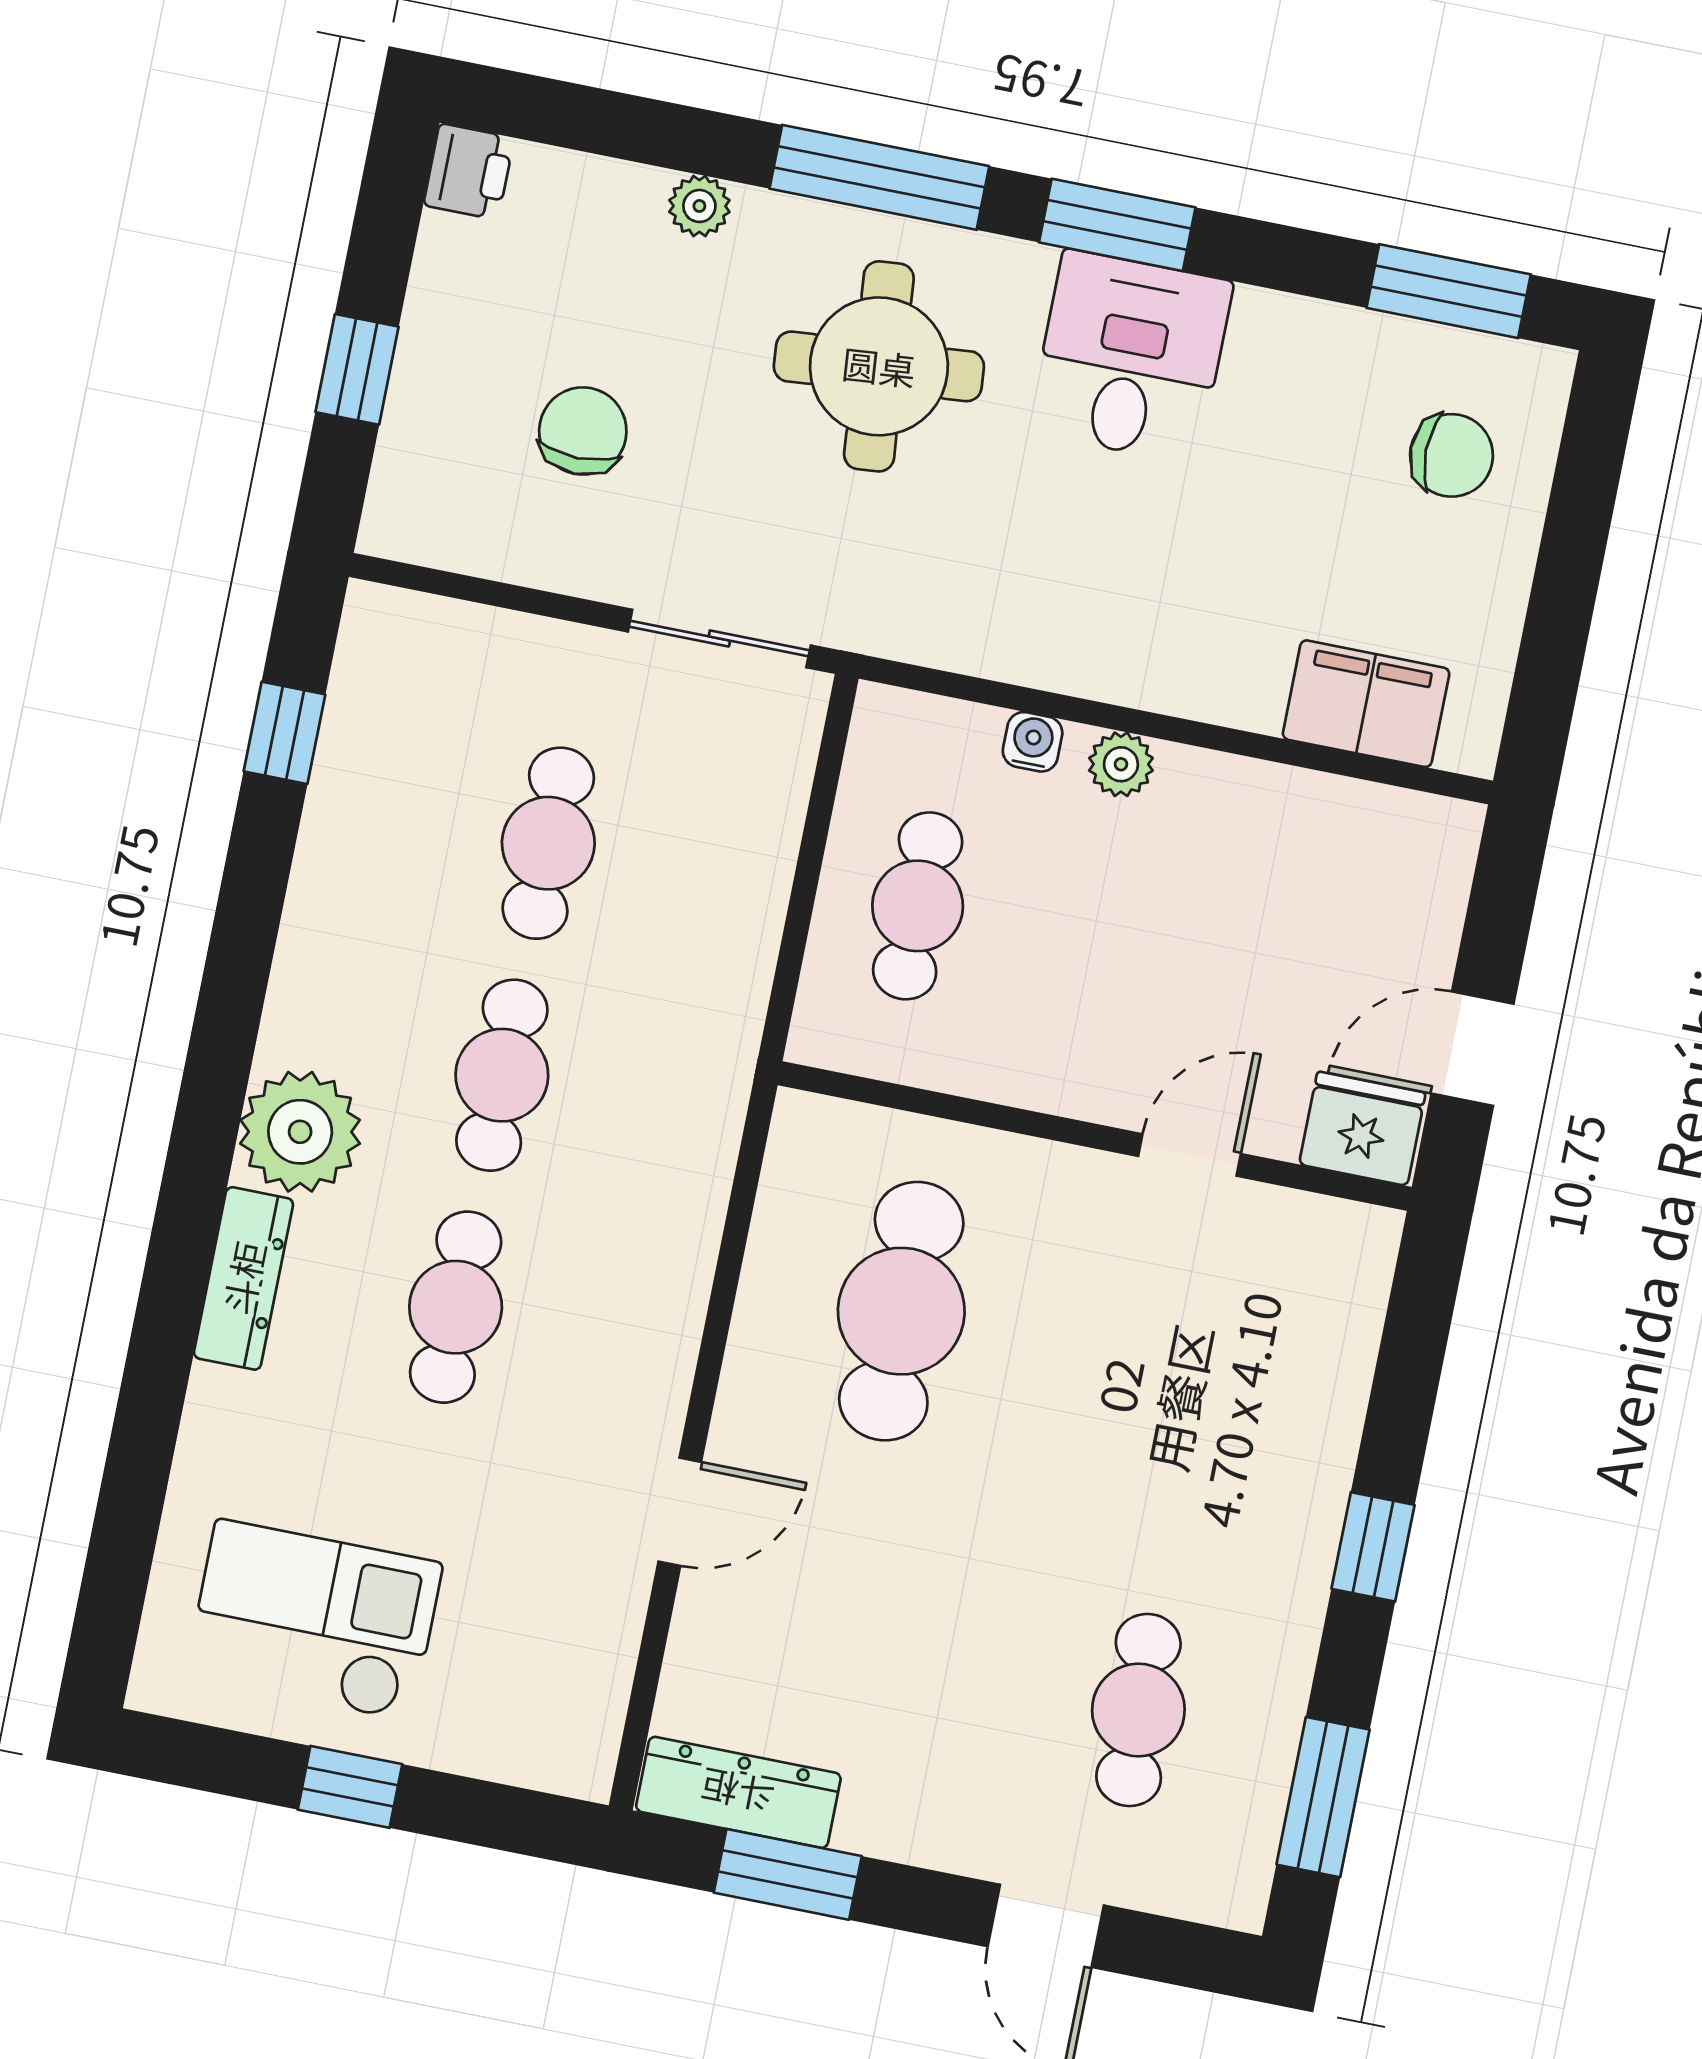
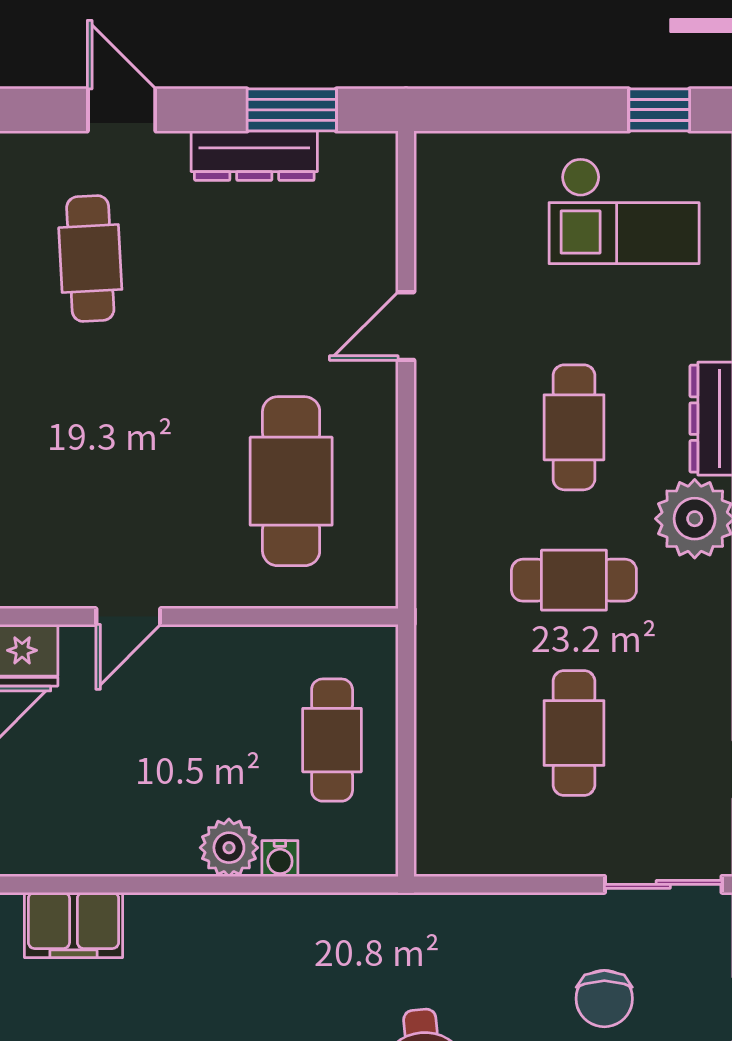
sliding door: (719, 638) -> (663, 884), moved
plant: (1121, 764) -> (229, 848), width x1.38, depth x1.38
cafe table: (502, 1075) -> (574, 580), turned 90
window: (350, 1787) -> (659, 110), moved
dresser: (738, 1792) -> (254, 156), moved

